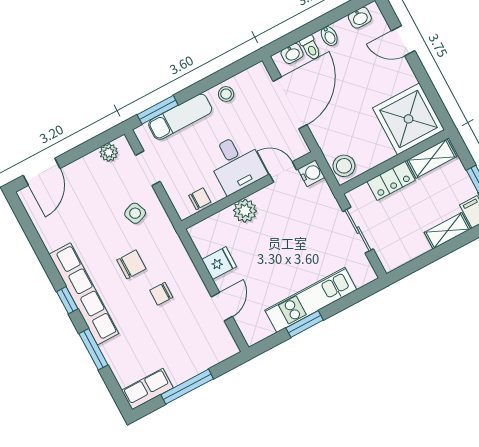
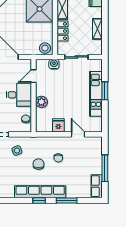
water cooler: (311, 173) -> (54, 64), moved
shelving: (447, 231) -> (97, 29), moved
window: (305, 324) -> (105, 91), moved

